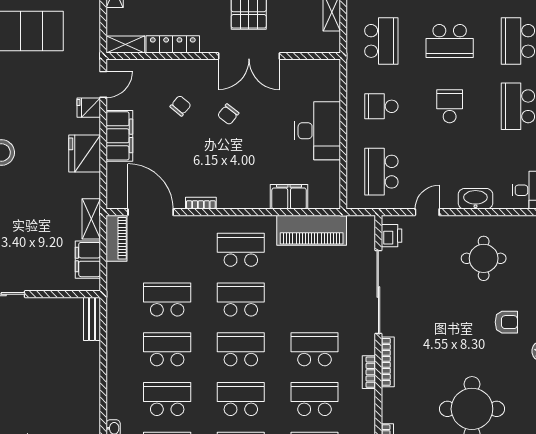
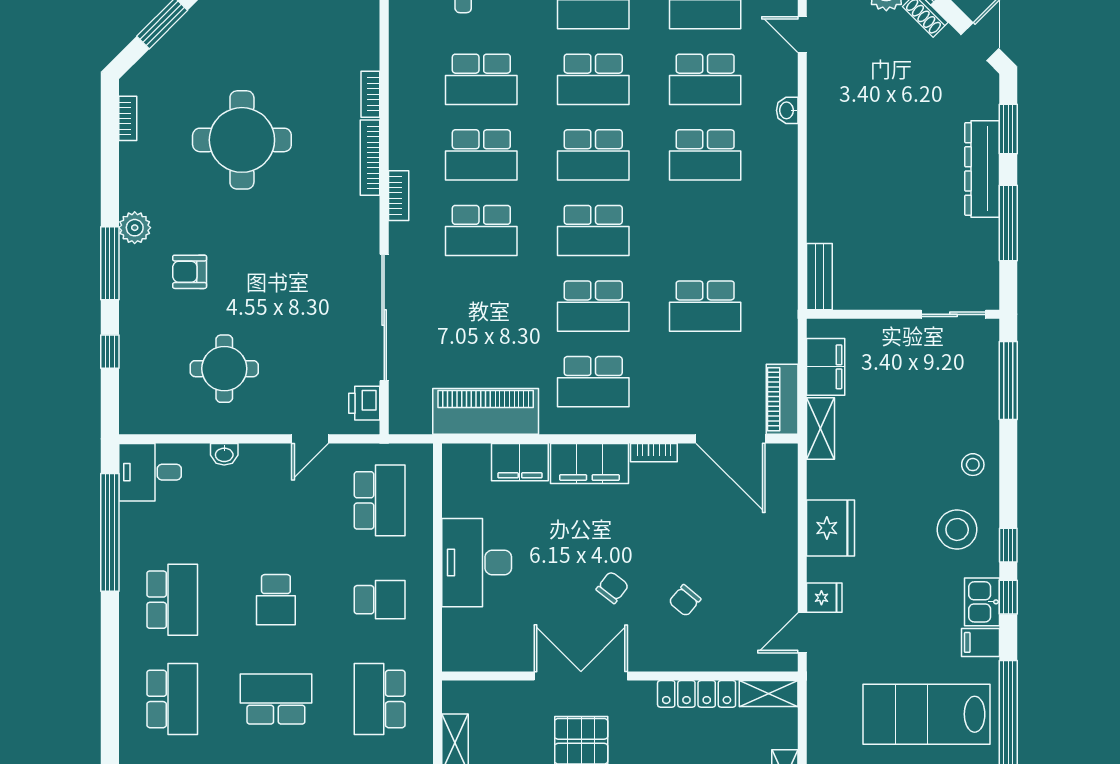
filing cabinet: (119, 136) -> (589, 463), moved, turned -90
washbasin: (475, 199) -> (224, 454), width x0.52, depth x0.69
school desk: (167, 349) -> (705, 230), removed
bookcase: (388, 362) -> (370, 158), moved

